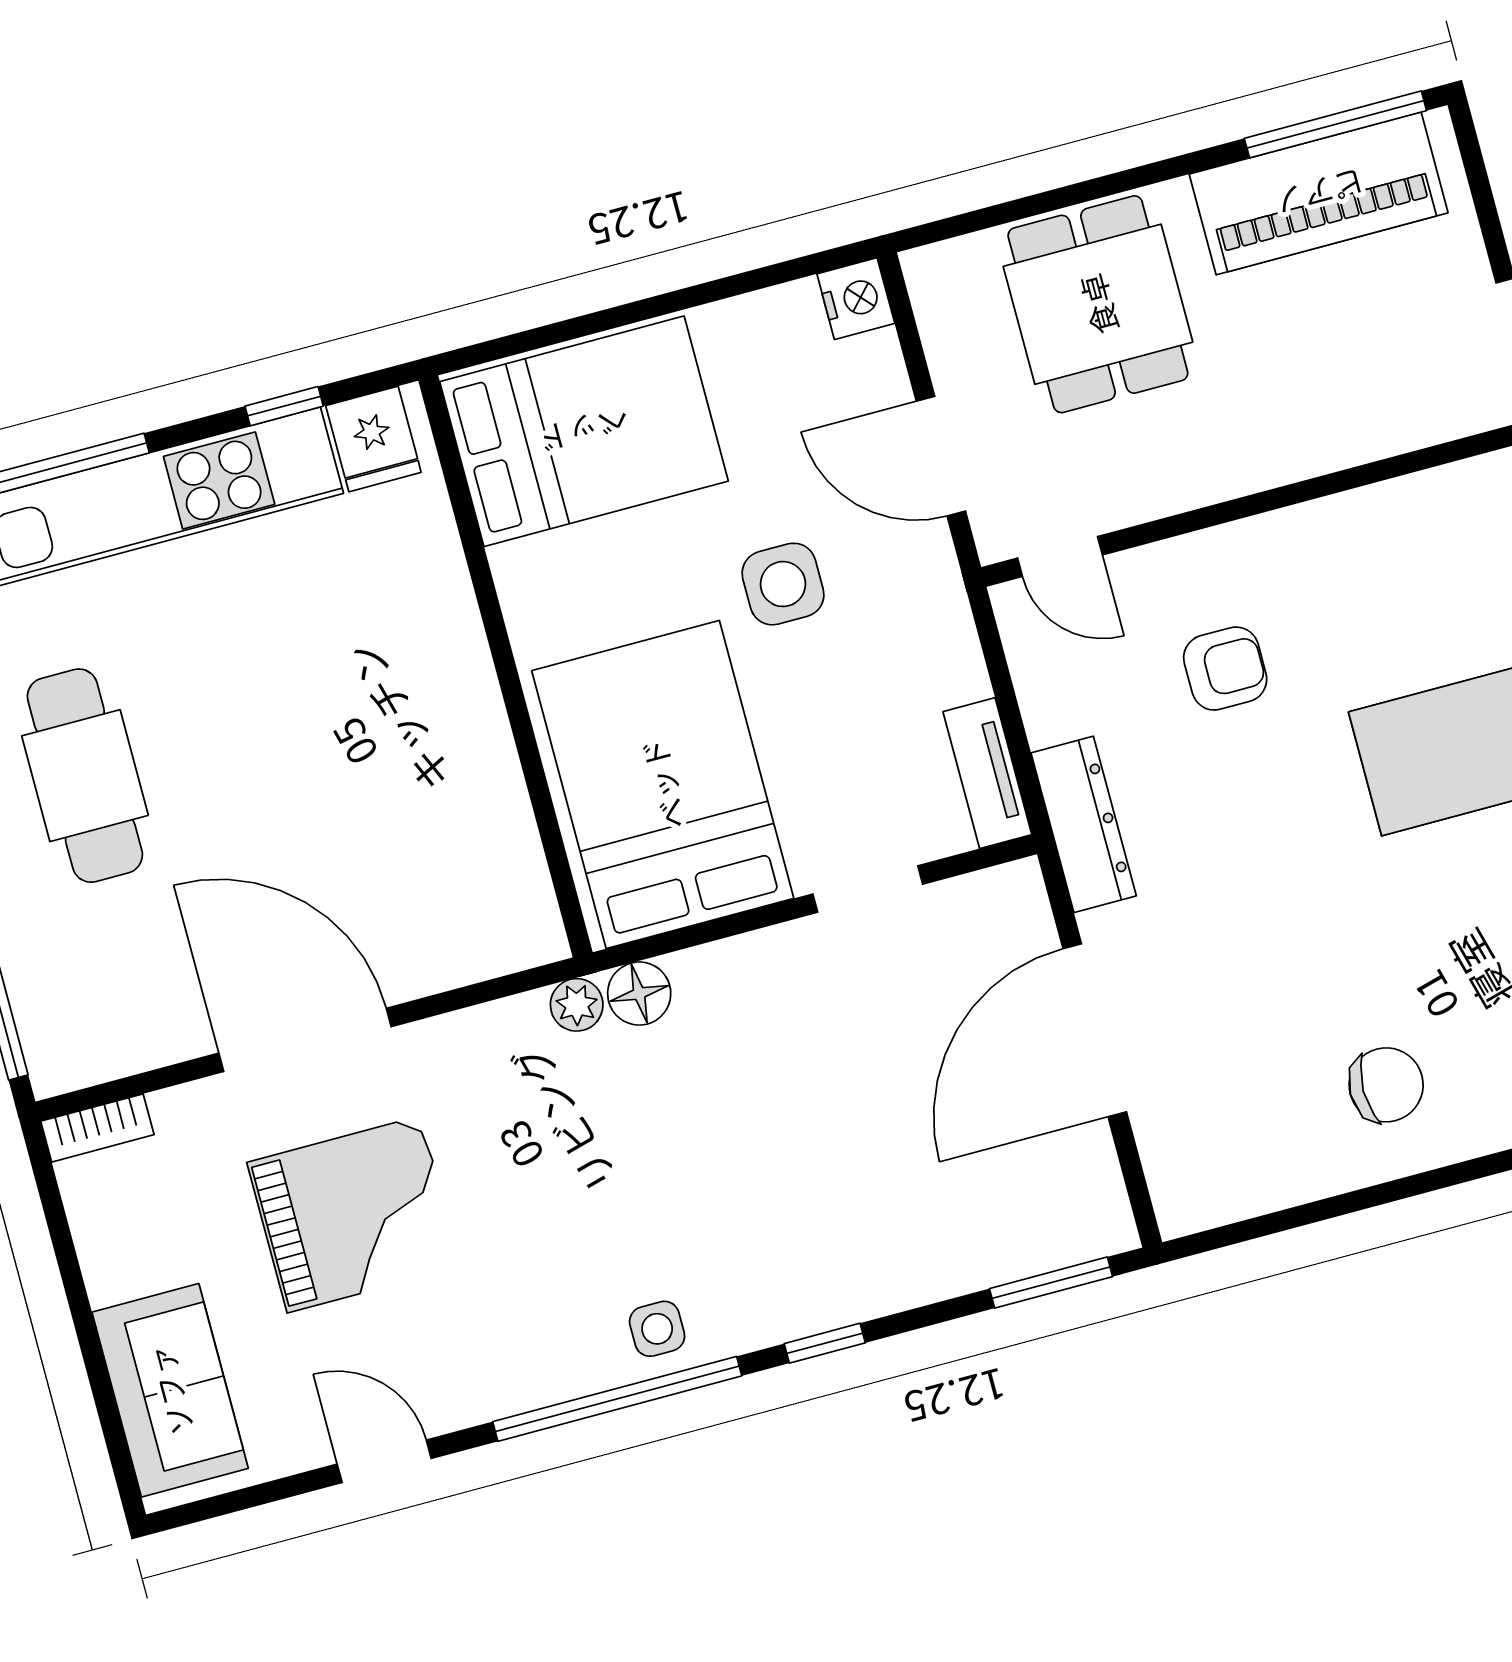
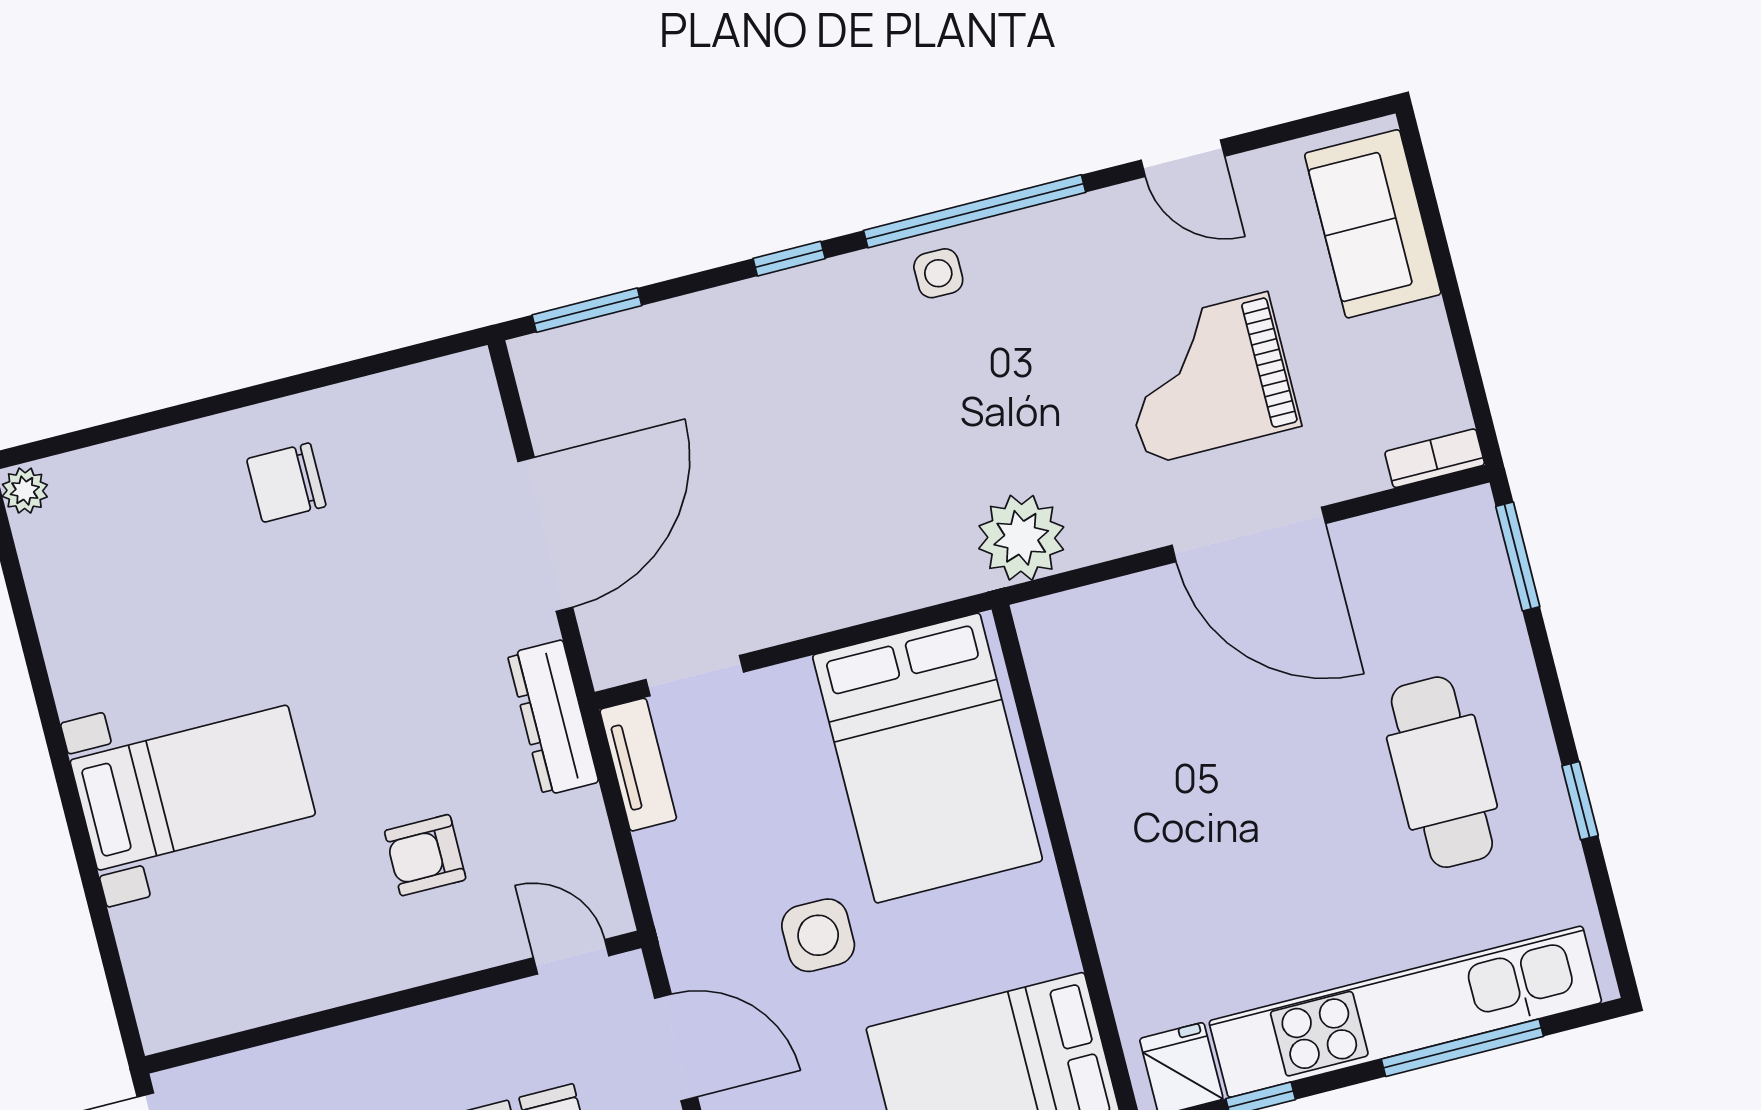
doorway: (868, 889) -> (695, 676), moved
floor lamp: (639, 994) -> (951, 572), removed
plant: (577, 1005) -> (1021, 538), width x1.88, depth x1.88

